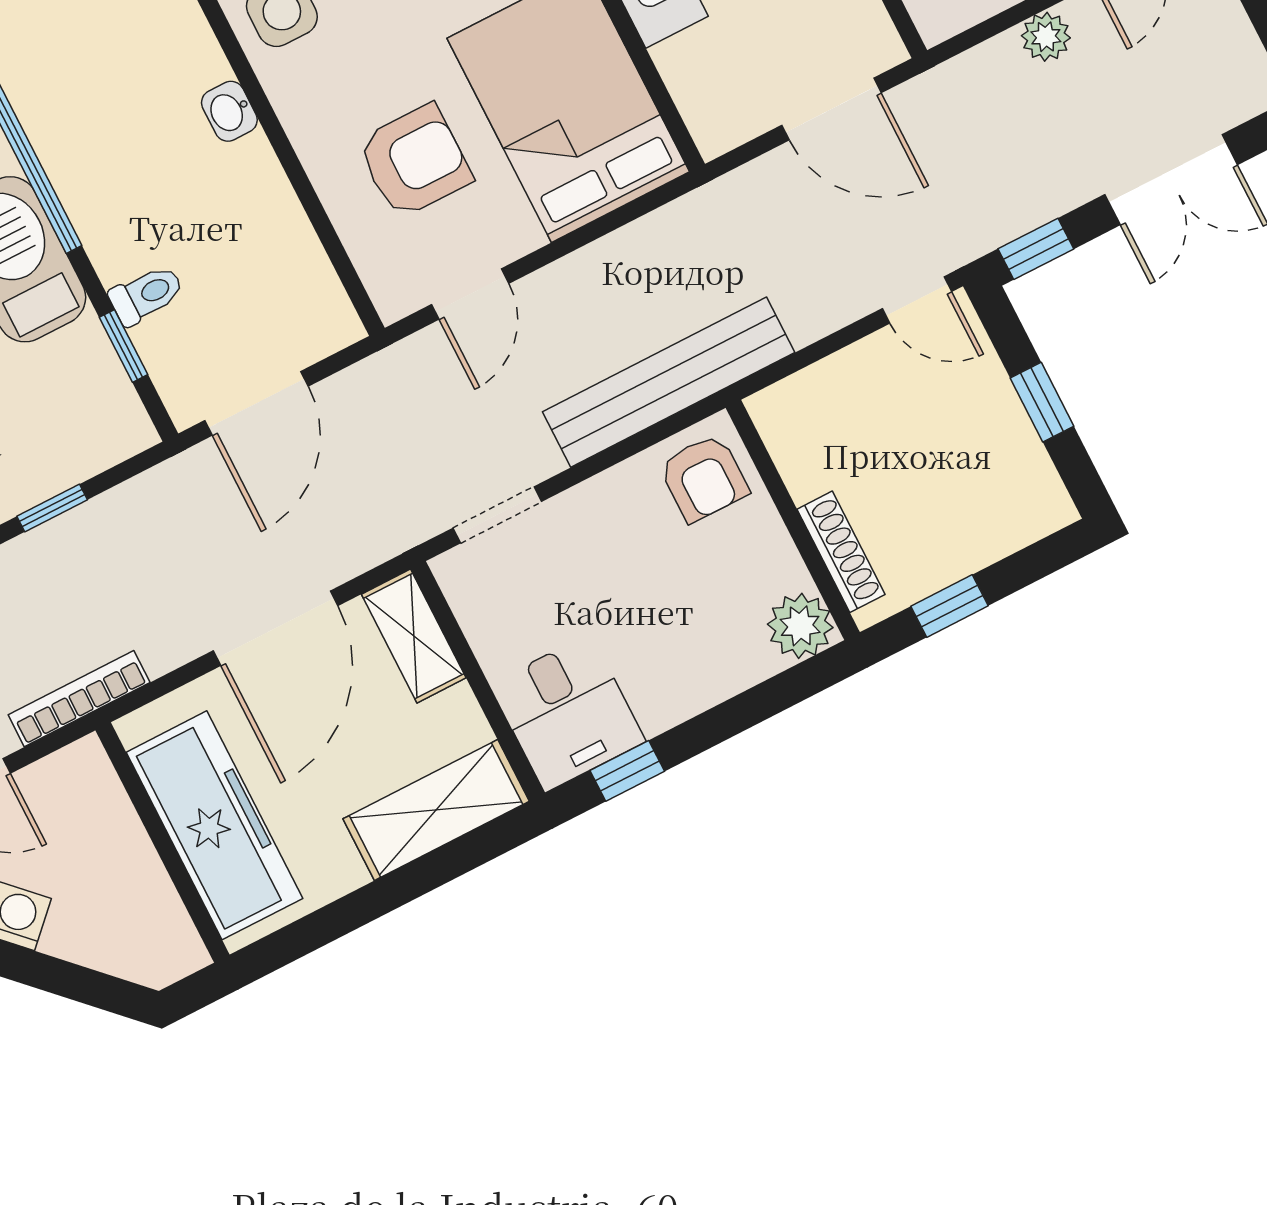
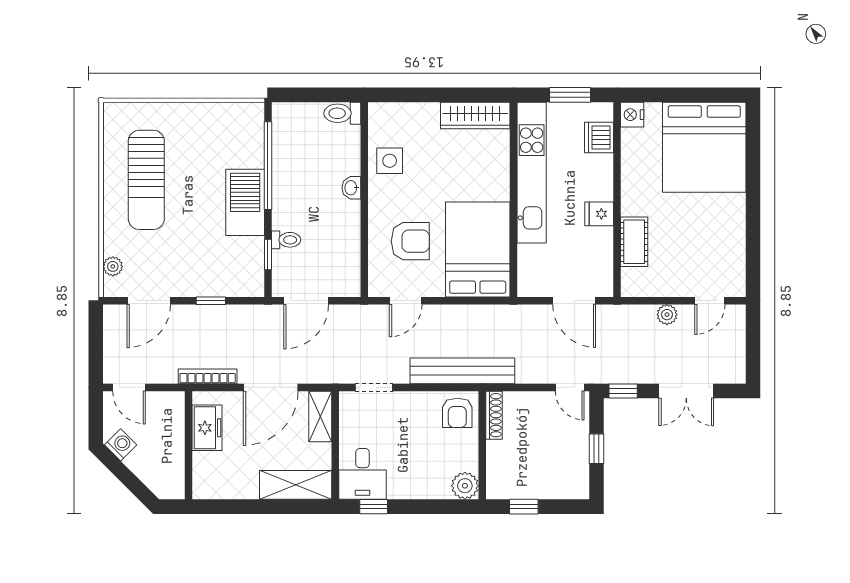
shoe rack: (841, 552) -> (494, 415), moved
bookcase: (79, 699) -> (208, 376), moved
freezer: (214, 825) -> (207, 428), width x0.52, depth x0.79

